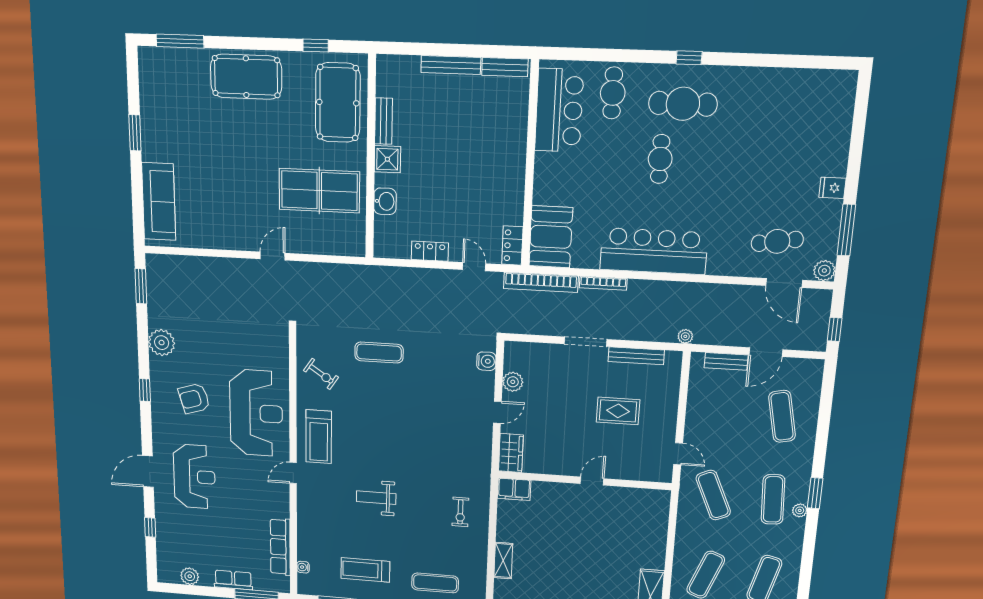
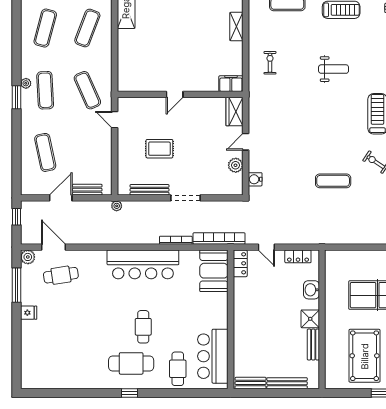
bench: (384, 121) -> (313, 345), moved
wall: (371, 158) -> (322, 319), moved
shower: (387, 159) -> (310, 319), moved
washbasin: (385, 201) -> (311, 290), moved

